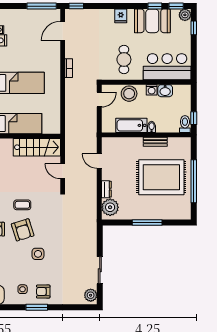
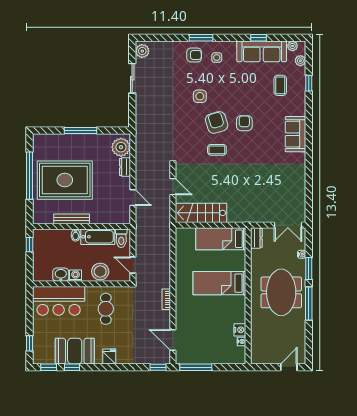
plant: (185, 15) -> (39, 358), removed
door: (63, 31) -> (173, 340), swing flipped
door: (99, 100) -> (133, 265), hinge flipped
toilet: (185, 124) -> (121, 238), moved
bench: (155, 142) -> (72, 219), width x1.36

